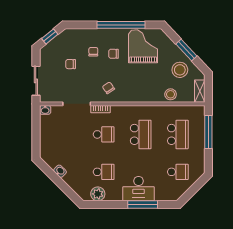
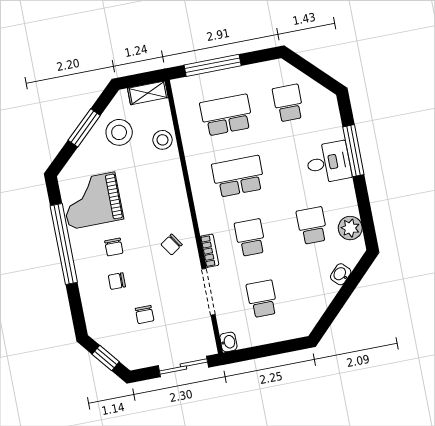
school desk: (66, 134) -> (262, 299), added
washbasin: (60, 171) -> (341, 274), moved
desk: (139, 189) -> (328, 162), width x0.73

